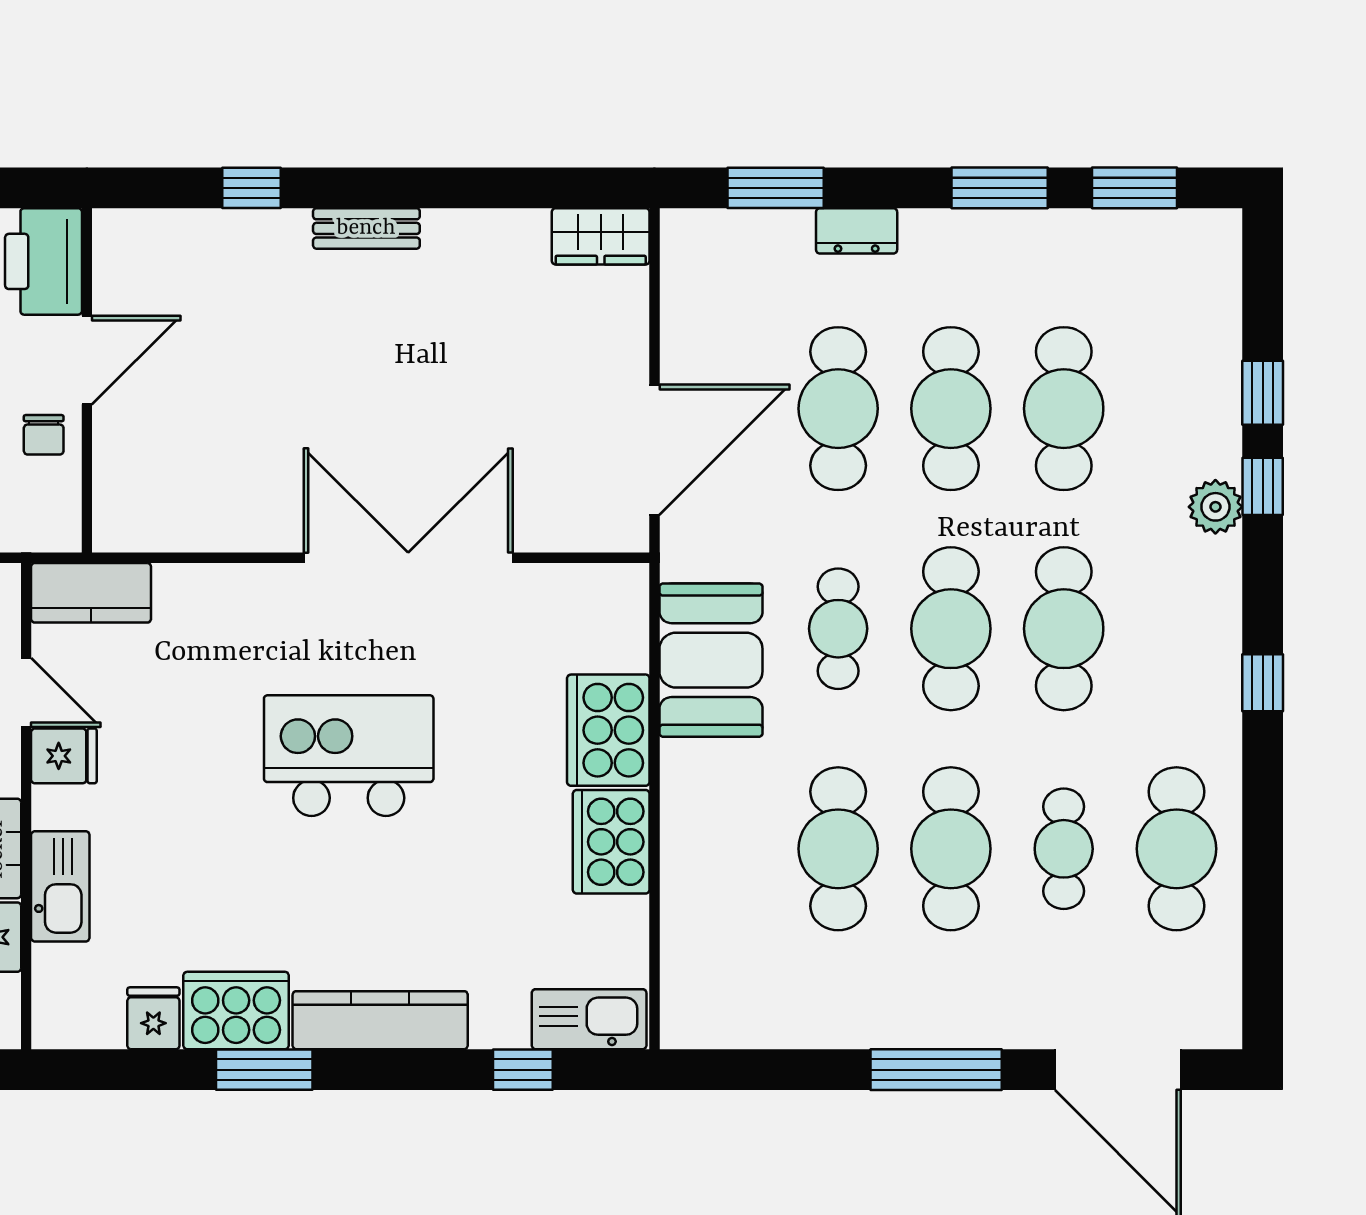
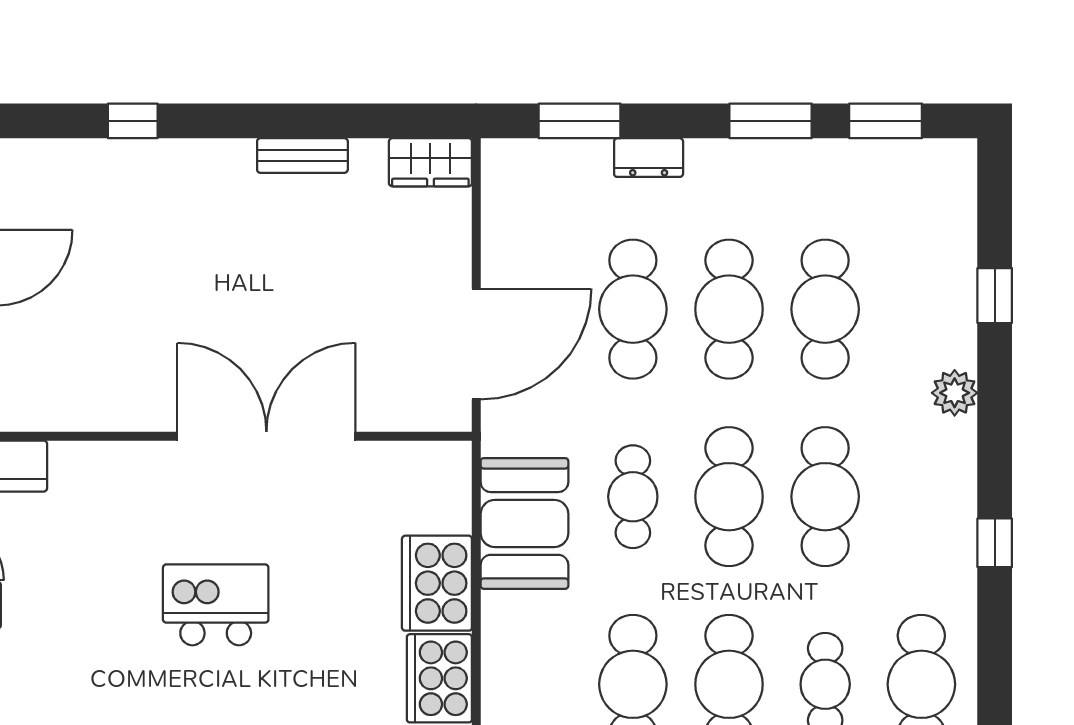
bench: (366, 228) -> (302, 155), moved
window: (1263, 486) -> (995, 375), removed
kitchen island: (349, 756) -> (216, 605), width x0.73, depth x0.78

